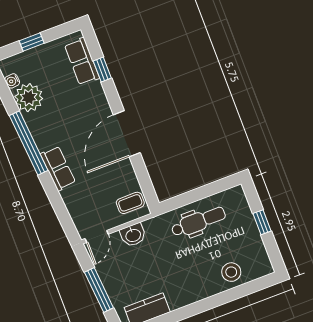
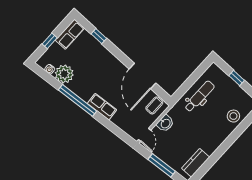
row of seats: (82, 61) -> (70, 34), moved, turned -90
door: (127, 134) -> (143, 76), moved

